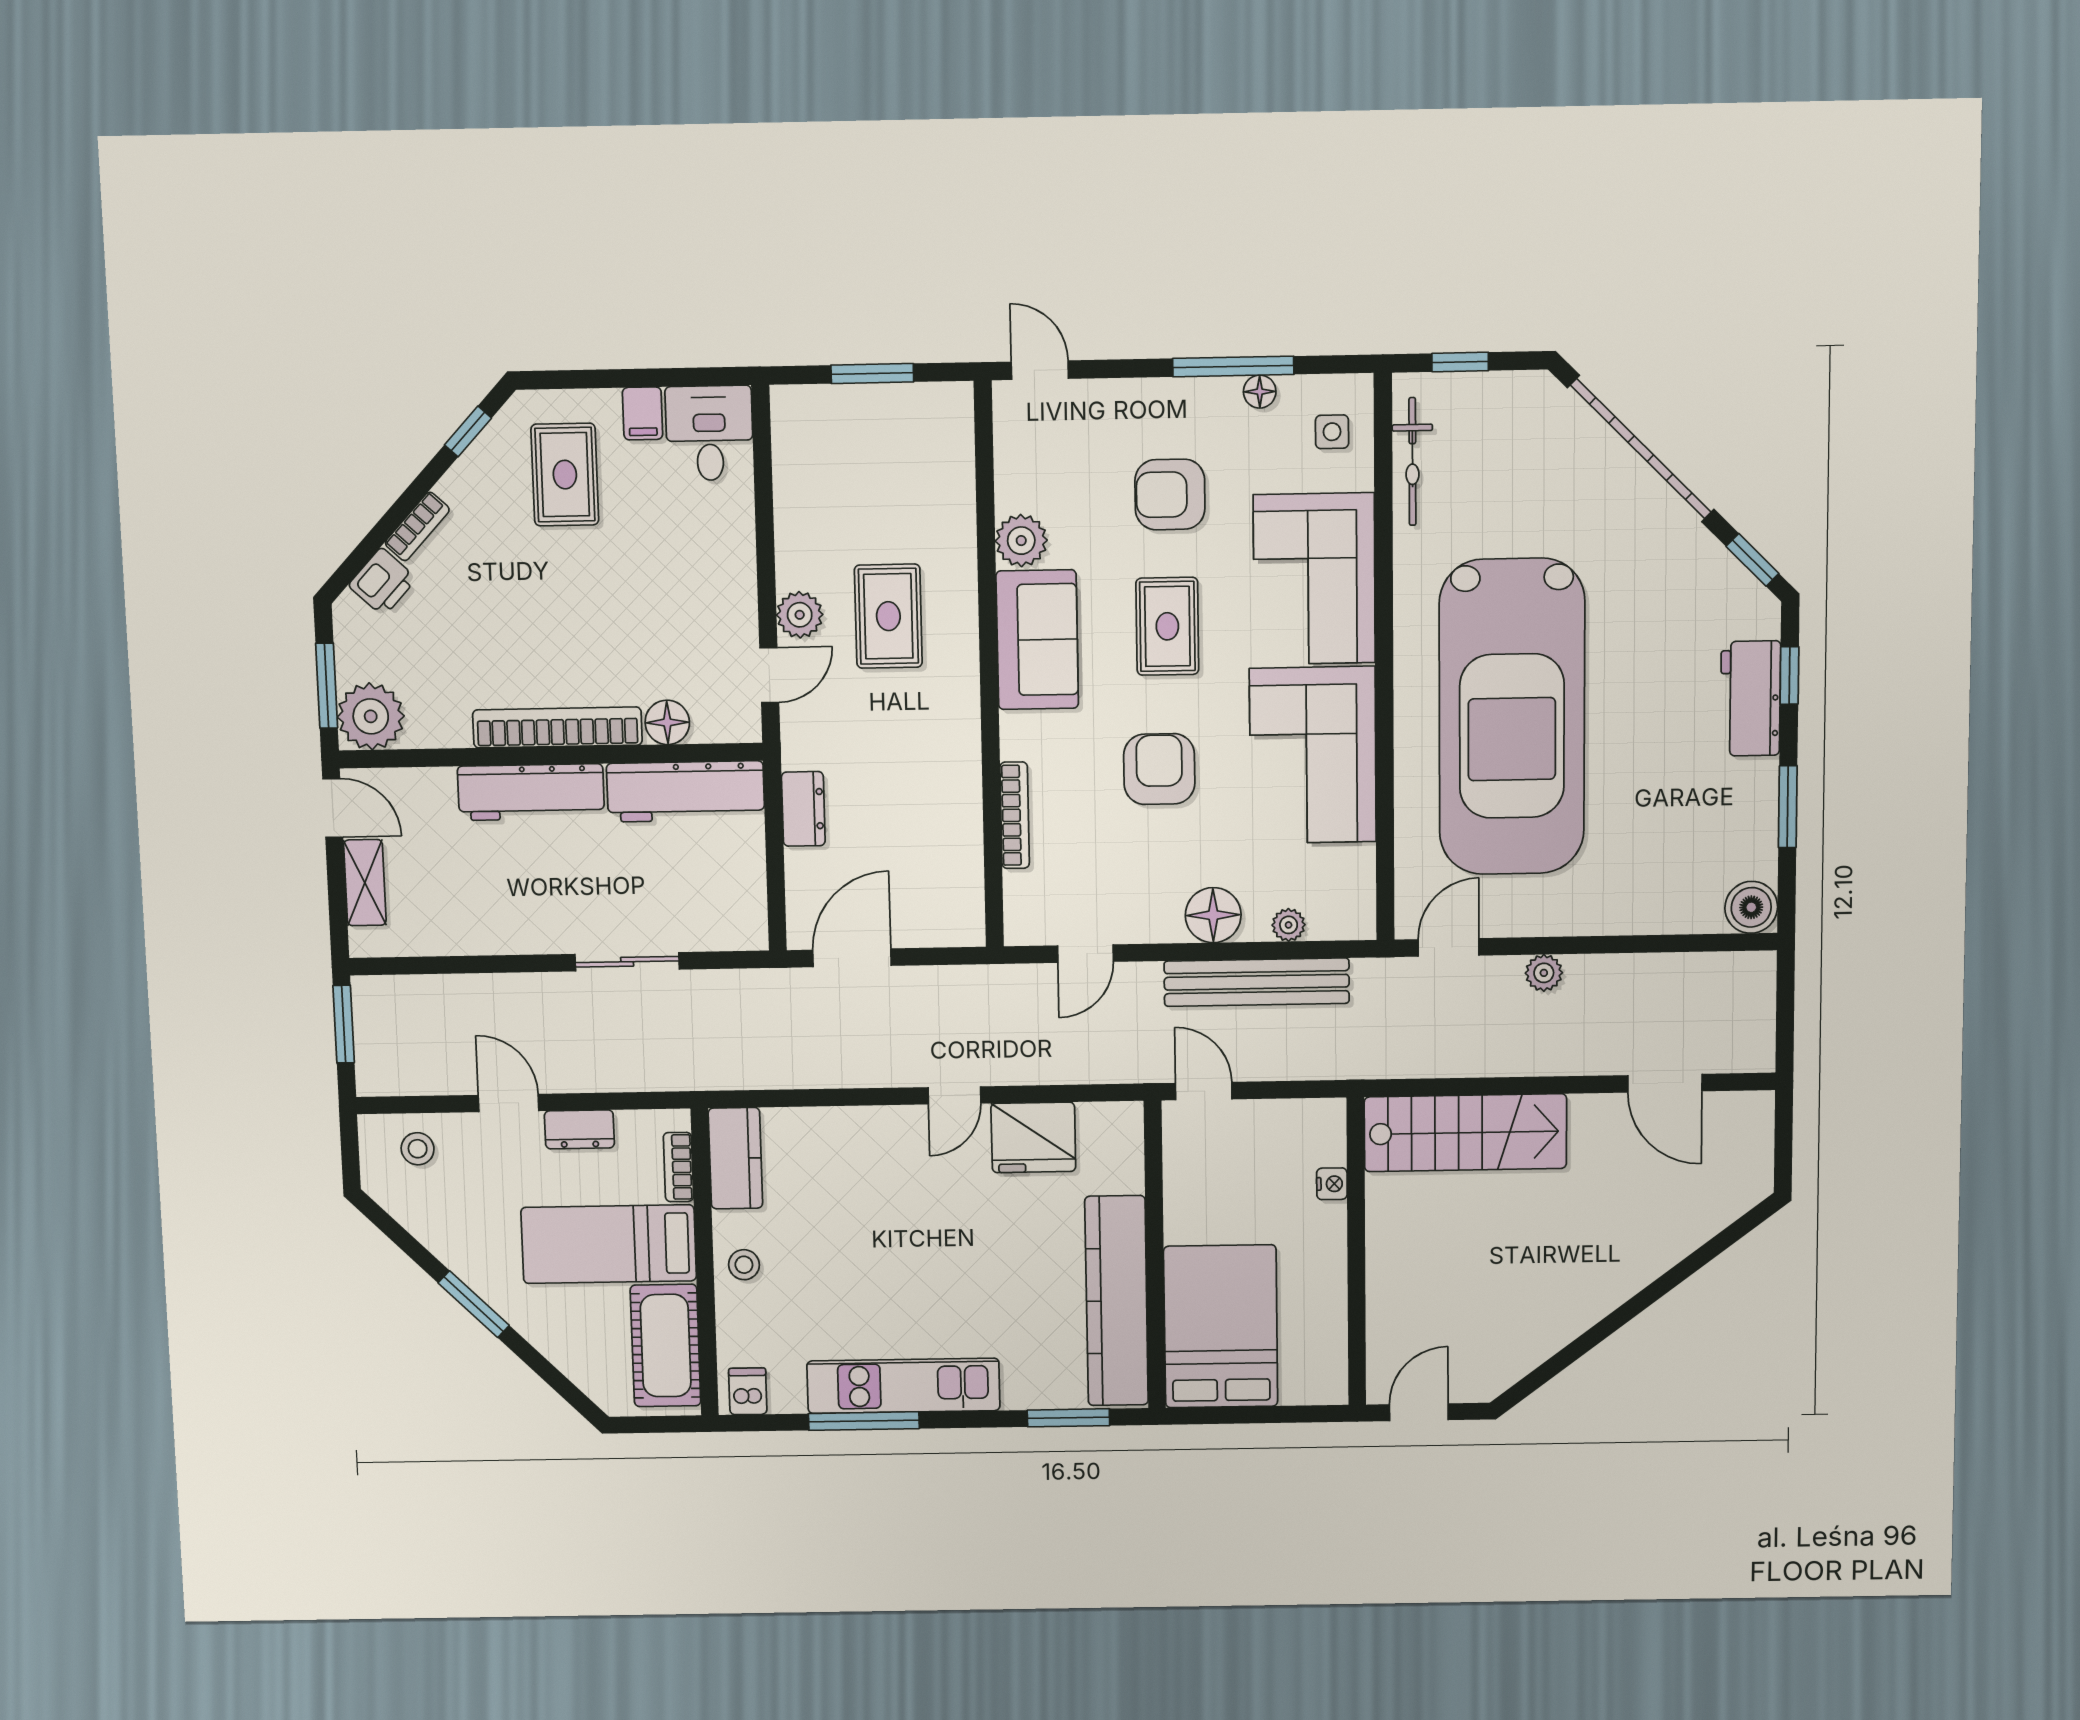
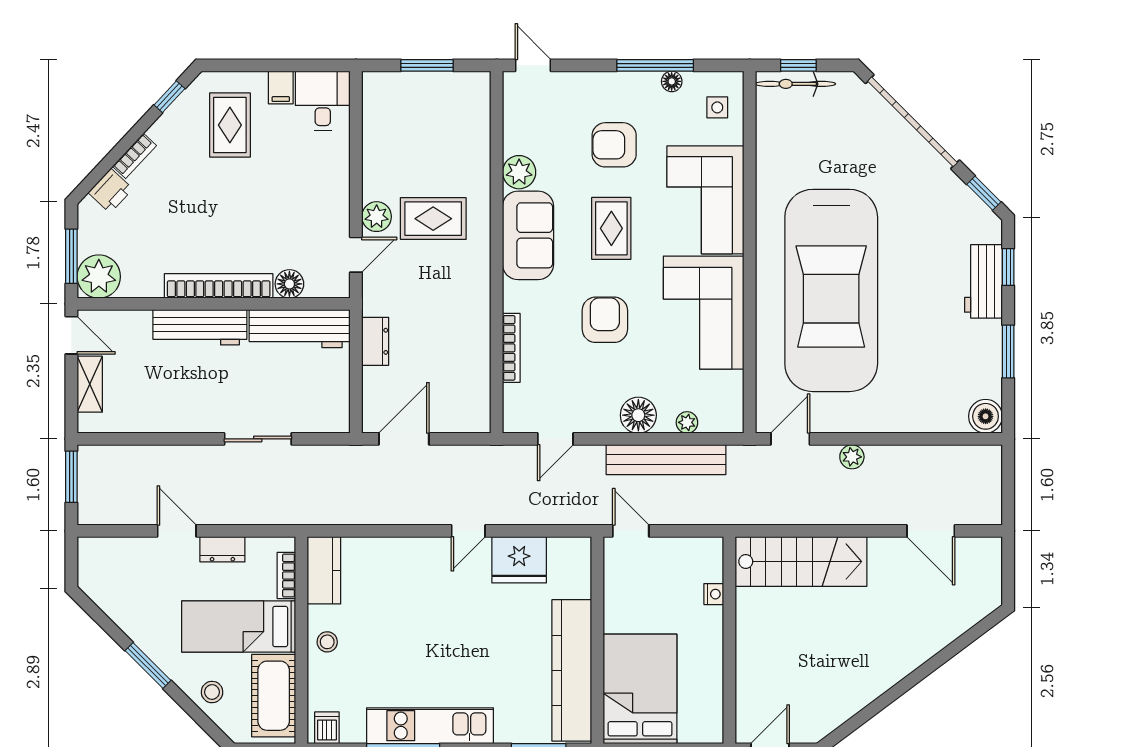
bicycle: (1412, 462) -> (795, 84), moved, turned 90
rug: (888, 616) -> (433, 219), turned 90
stool: (418, 1149) -> (212, 692), moved

